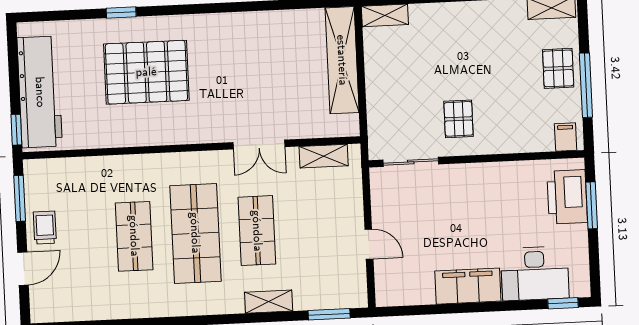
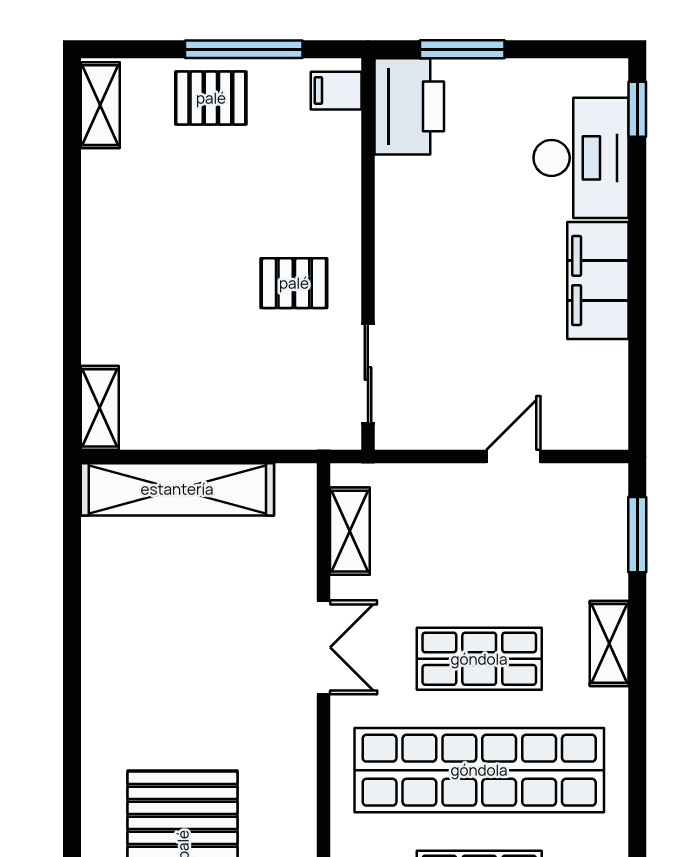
printer: (567, 197) -> (409, 106), moved, turned -90
shop shelf: (195, 233) -> (479, 770), width x1.40

